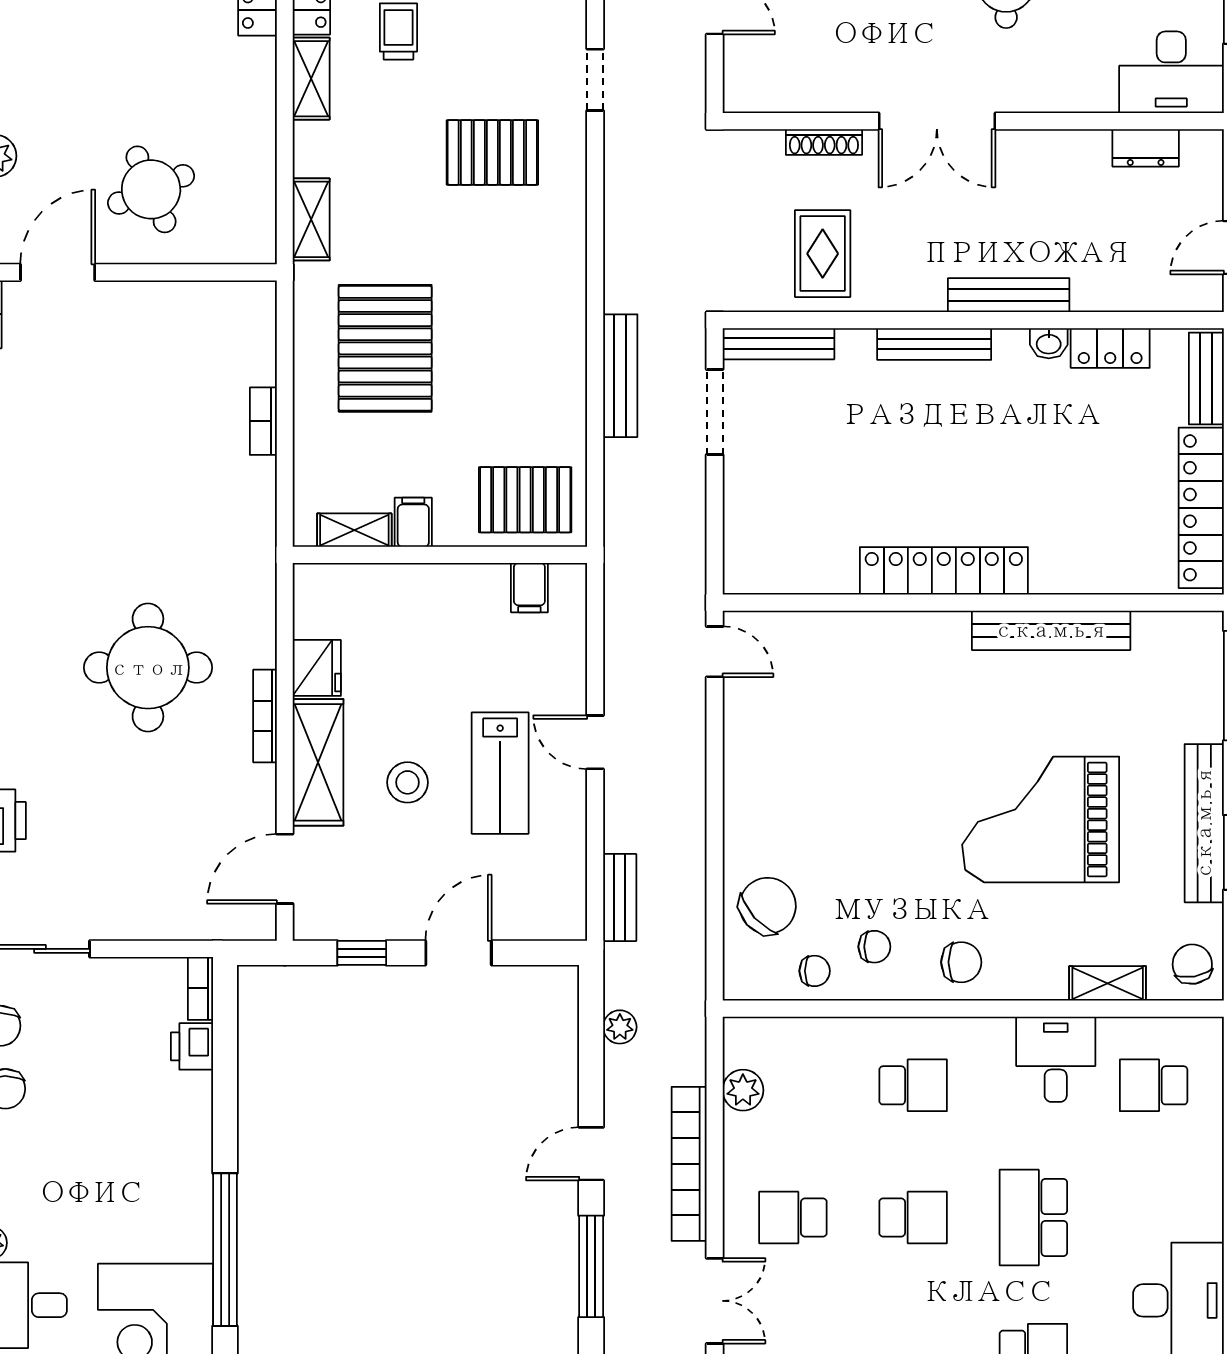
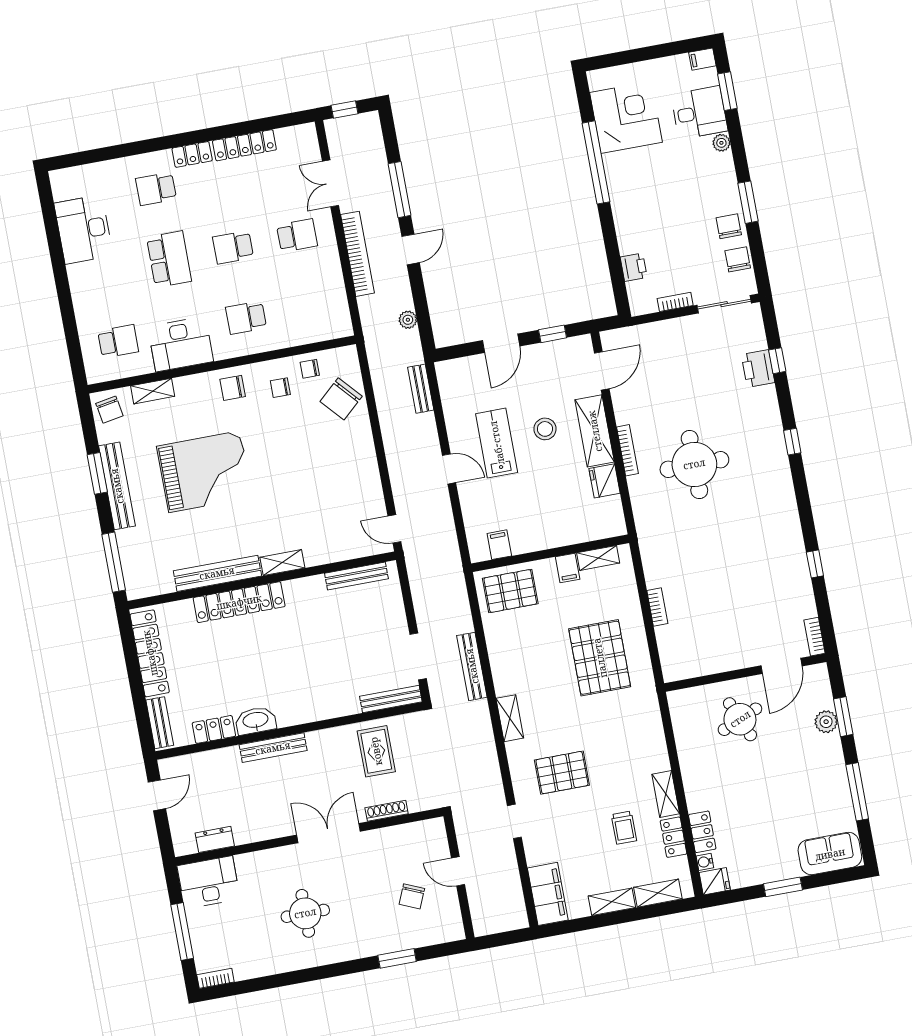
shelving: (311, 219) -> (510, 718), moved
washbasin: (1049, 343) -> (256, 721), width x1.91, depth x1.45
bench: (934, 344) -> (356, 576), moved
locker: (944, 571) -> (239, 602), moved
shelving: (930, 628) -> (282, 563), added
bookcase: (200, 988) -> (675, 302), moved, turned -90
desk: (1056, 1059) -> (181, 344), width x1.37
plant: (743, 1090) -> (336, 298), removed

